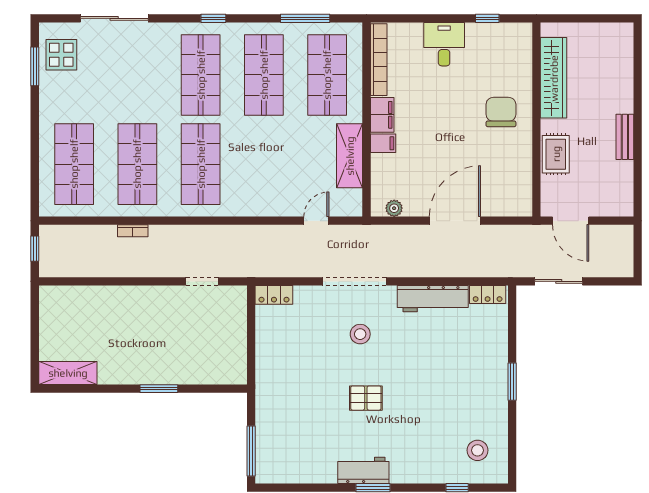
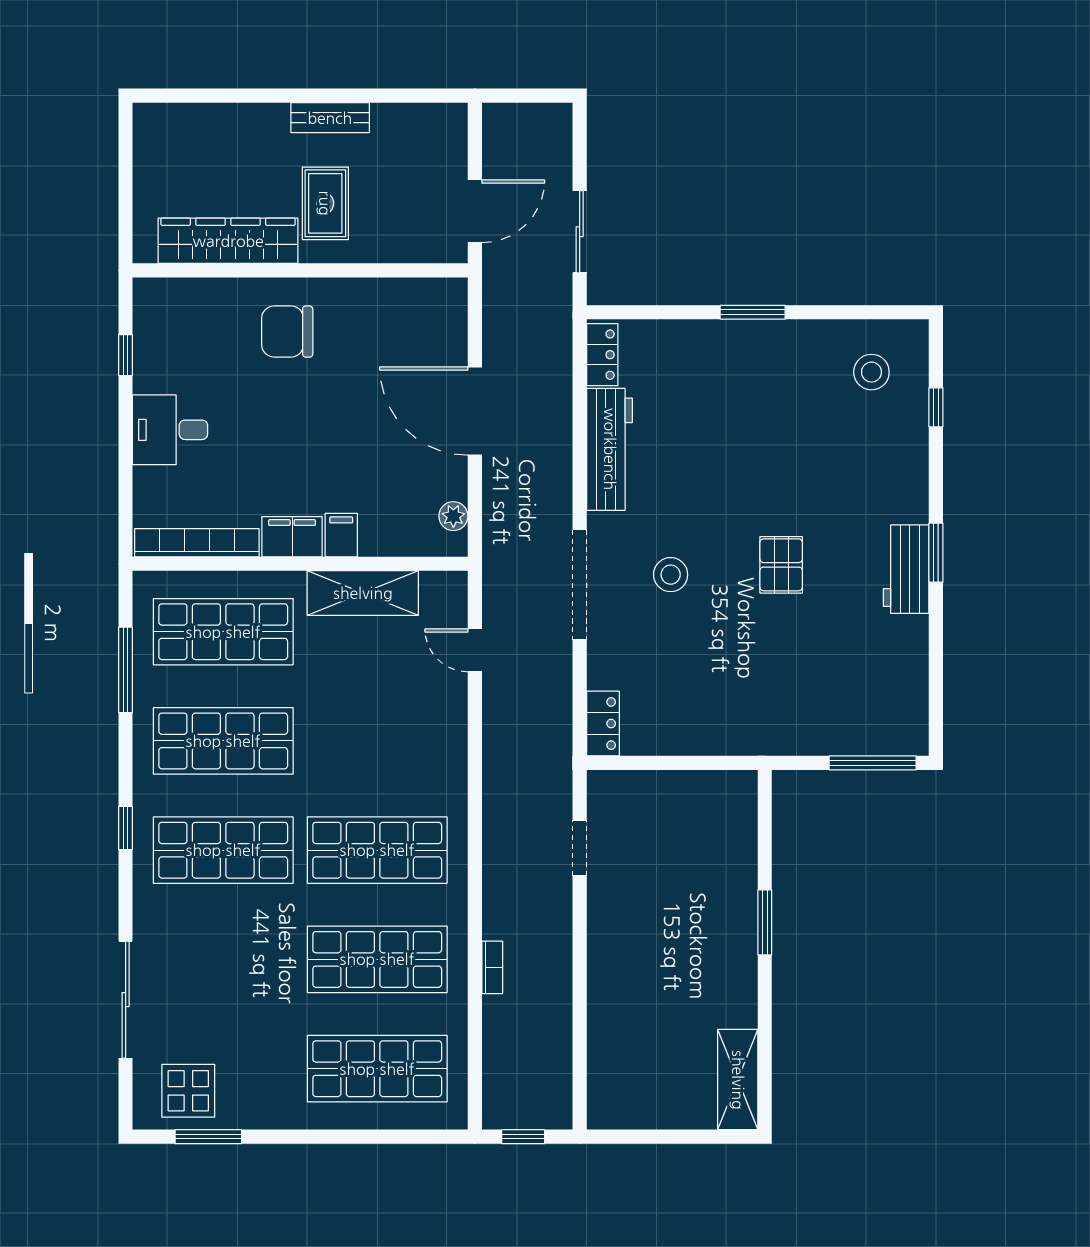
rug: (556, 154) -> (325, 203), moved, turned 90

